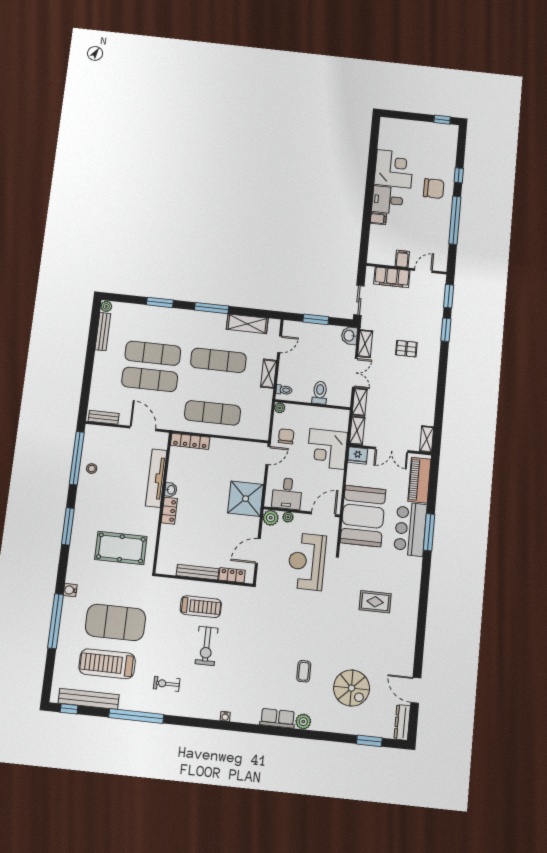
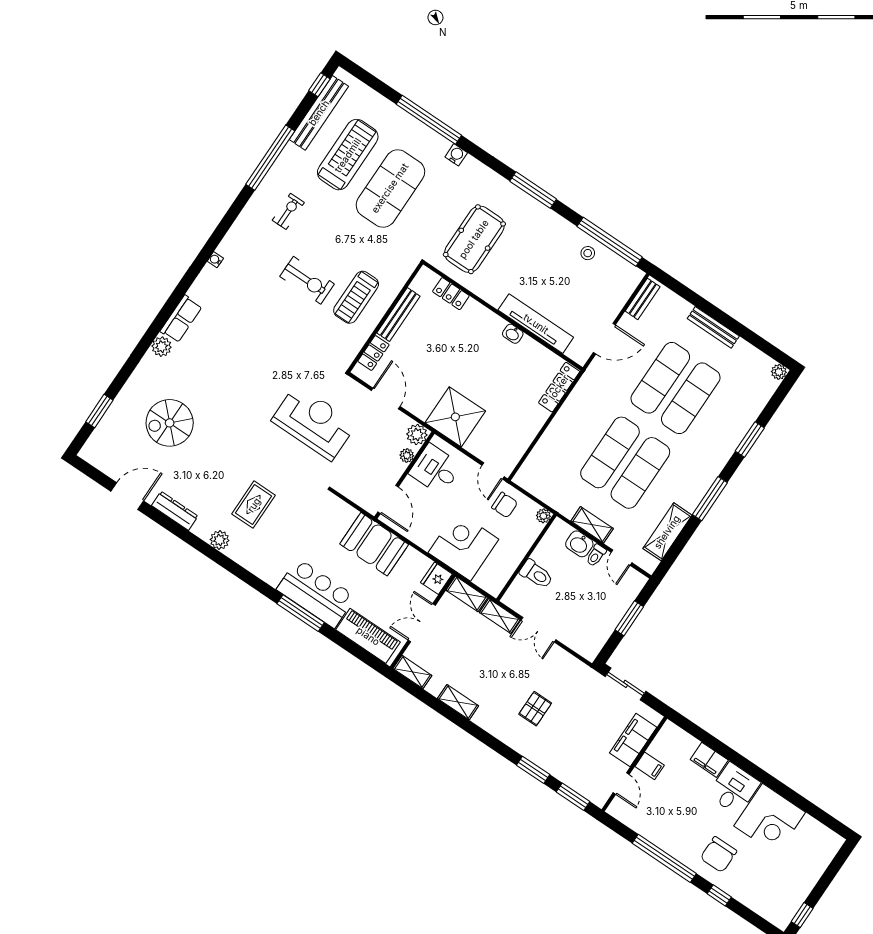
filing cabinet: (378, 219) -> (709, 760), width x2.00
bench: (103, 332) -> (713, 327), moved
washbasin: (349, 336) -> (579, 544), moved, turned 180
shelving: (365, 344) -> (458, 702), moved
toilet: (284, 390) -> (596, 555), moved
exercise mat: (212, 413) -> (610, 452), moved
locker: (169, 511) -> (451, 294), moved
booth: (363, 516) -> (374, 544), width x0.73, depth x0.70
reception desk: (307, 562) -> (314, 422), moved
plant: (411, 612) -> (220, 540), added
exercise bike: (206, 646) -> (307, 280), turned 180
coffee table: (304, 671) -> (218, 378), removed
dresser: (402, 722) -> (175, 511), moved

